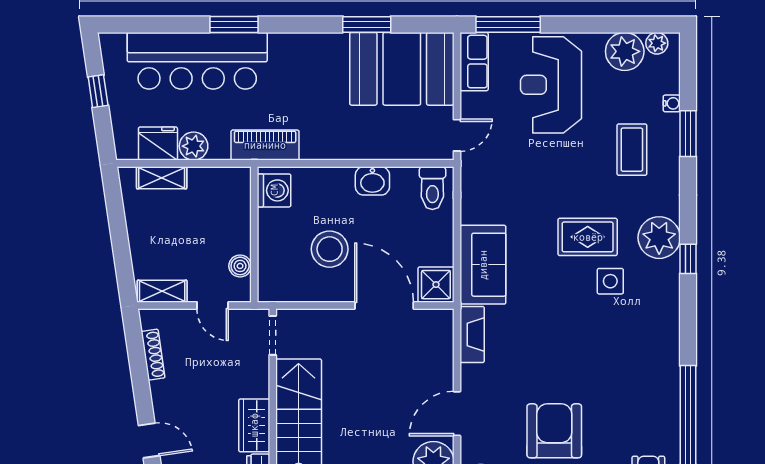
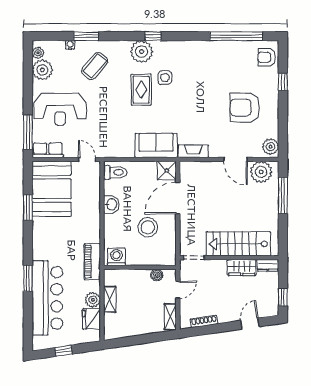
coffee table: (632, 150) -> (95, 66), turned -50
shelving: (162, 178) -> (110, 299), moved

